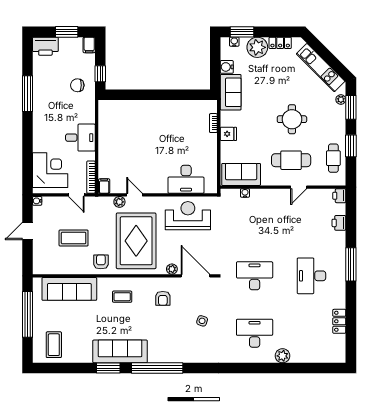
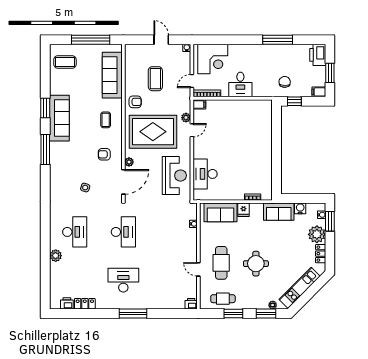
sofa: (241, 174) -> (221, 212), moved, turned 90
printer: (339, 223) -> (67, 303), moved
window: (157, 368) -> (45, 149), width x0.68

